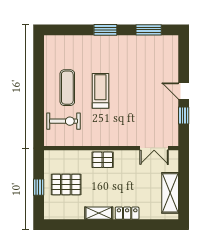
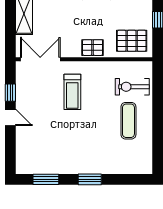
treadmill: (100, 91) -> (72, 92), moved
double door: (154, 148) -> (40, 59), width x1.37
pallet: (66, 184) -> (132, 41), moved

